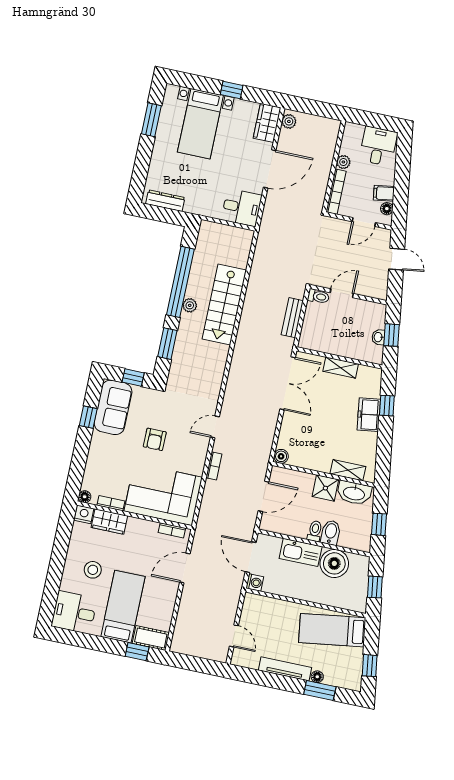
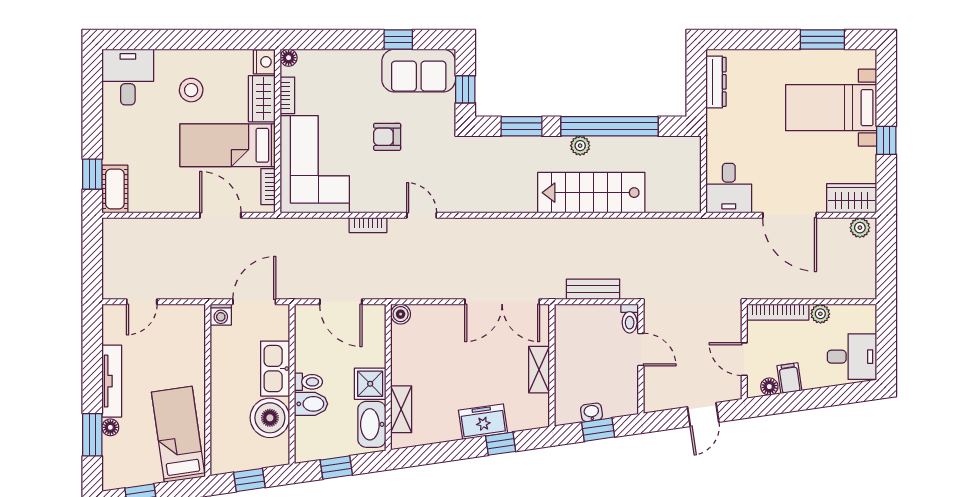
bed: (123, 607) -> (228, 145), moved, turned 180

